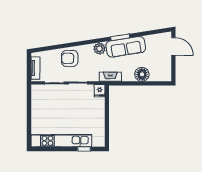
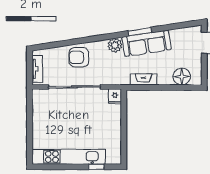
floor lamp: (142, 74) -> (182, 77), moved
fireplace: (110, 77) -> (144, 79), moved

